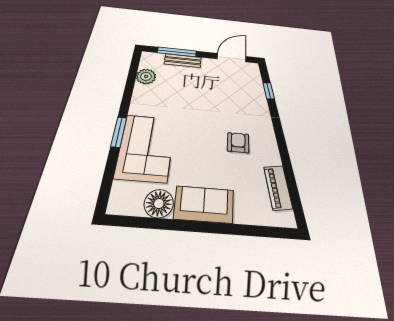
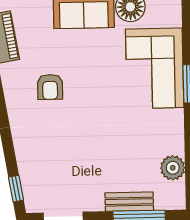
window: (269, 91) -> (16, 189), moved

